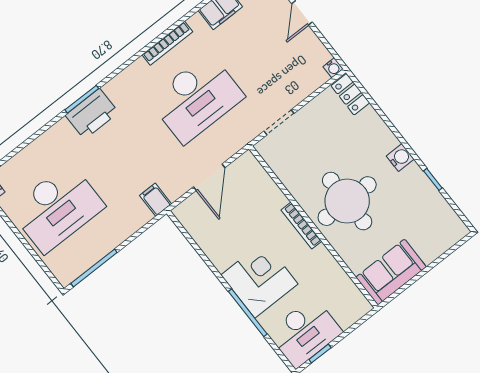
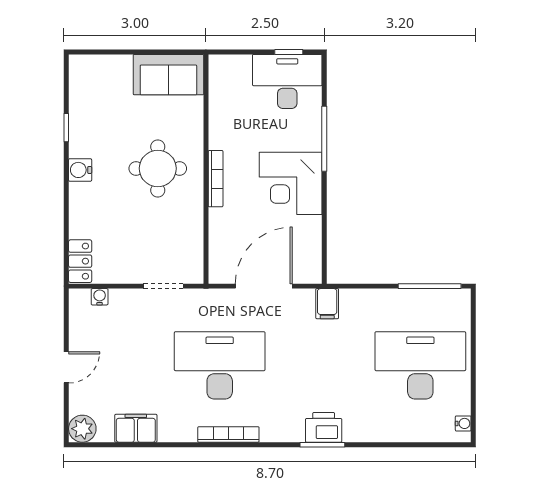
bookcase: (167, 43) -> (228, 434), moved
water cooler: (333, 68) -> (100, 297), moved
printer: (92, 114) -> (324, 427), width x0.73, depth x0.84
door: (209, 177) -> (264, 286), width x1.36
round table: (347, 201) -> (158, 168), width x0.73, depth x0.73
corner desk: (259, 279) -> (291, 183), moved

